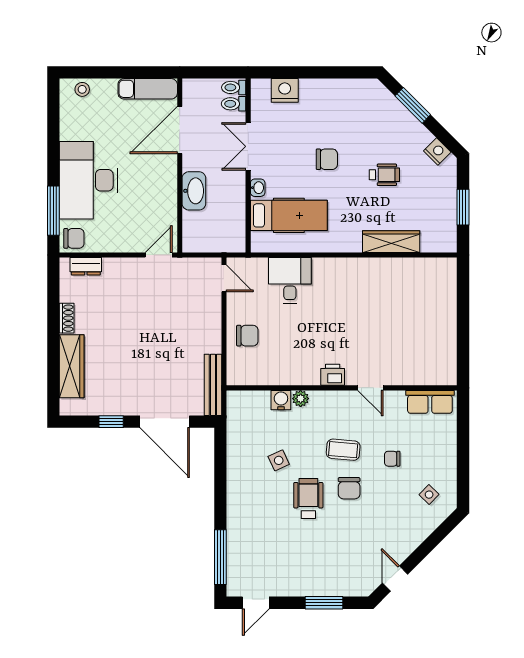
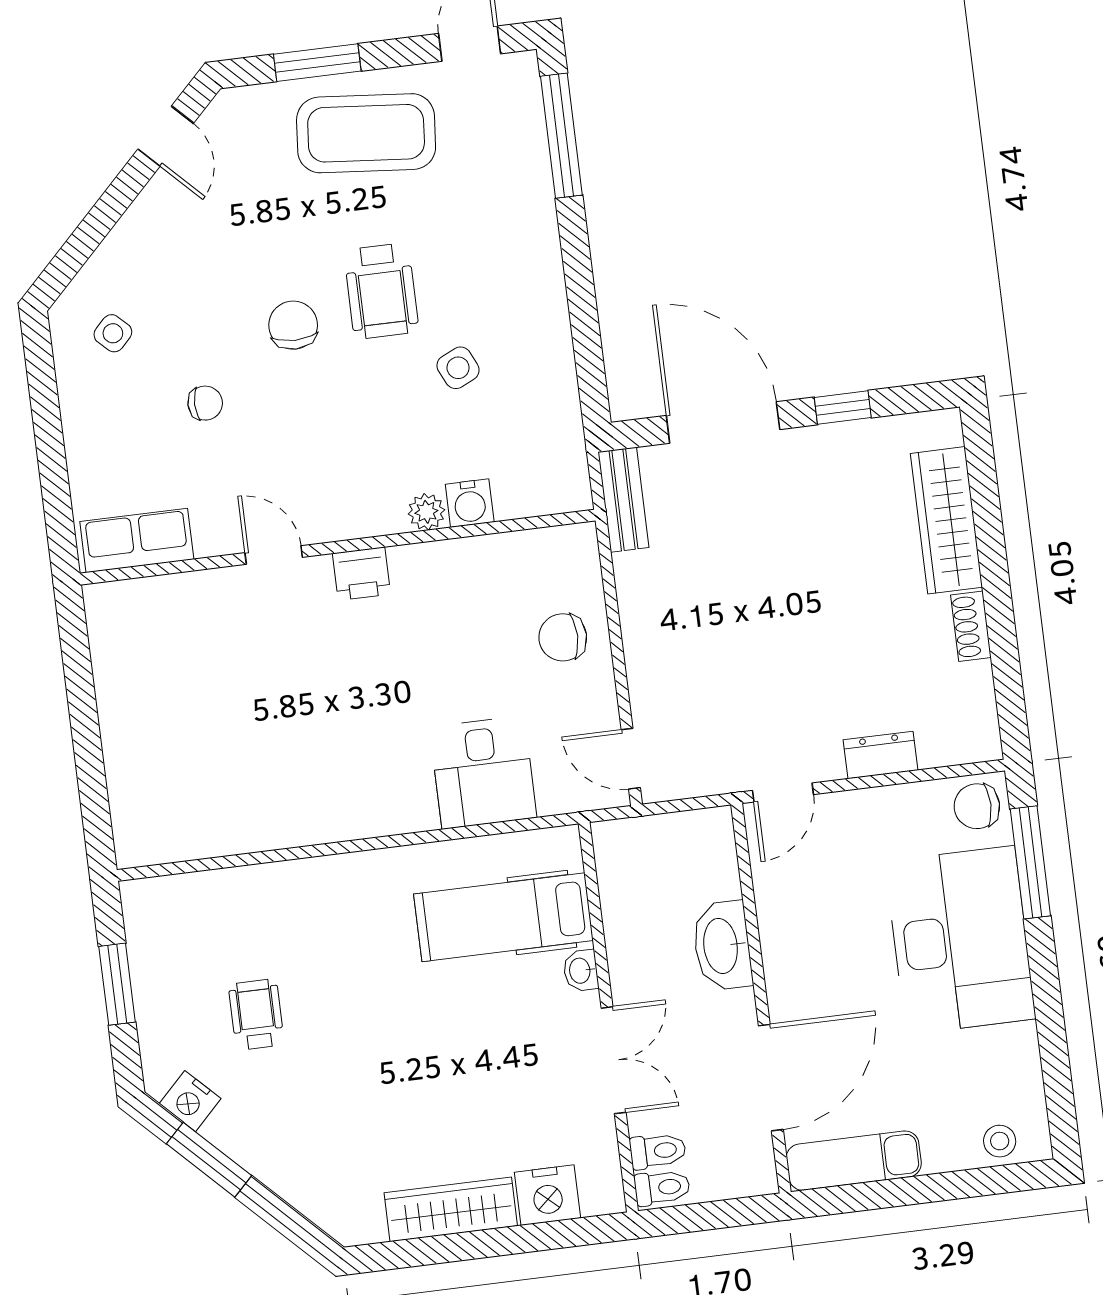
window: (413, 105) -> (209, 1160), moved
chair: (327, 159) -> (434, 1053), removed
wheelchair: (384, 175) -> (256, 1015), moved, turned 90
wardrobe: (391, 242) -> (451, 1209), moved, turned 180
dresser: (86, 266) -> (880, 755), moved
bench: (213, 385) -> (623, 500), width x0.73
coffee table: (343, 450) -> (366, 133), moved, width x1.86, depth x1.72

